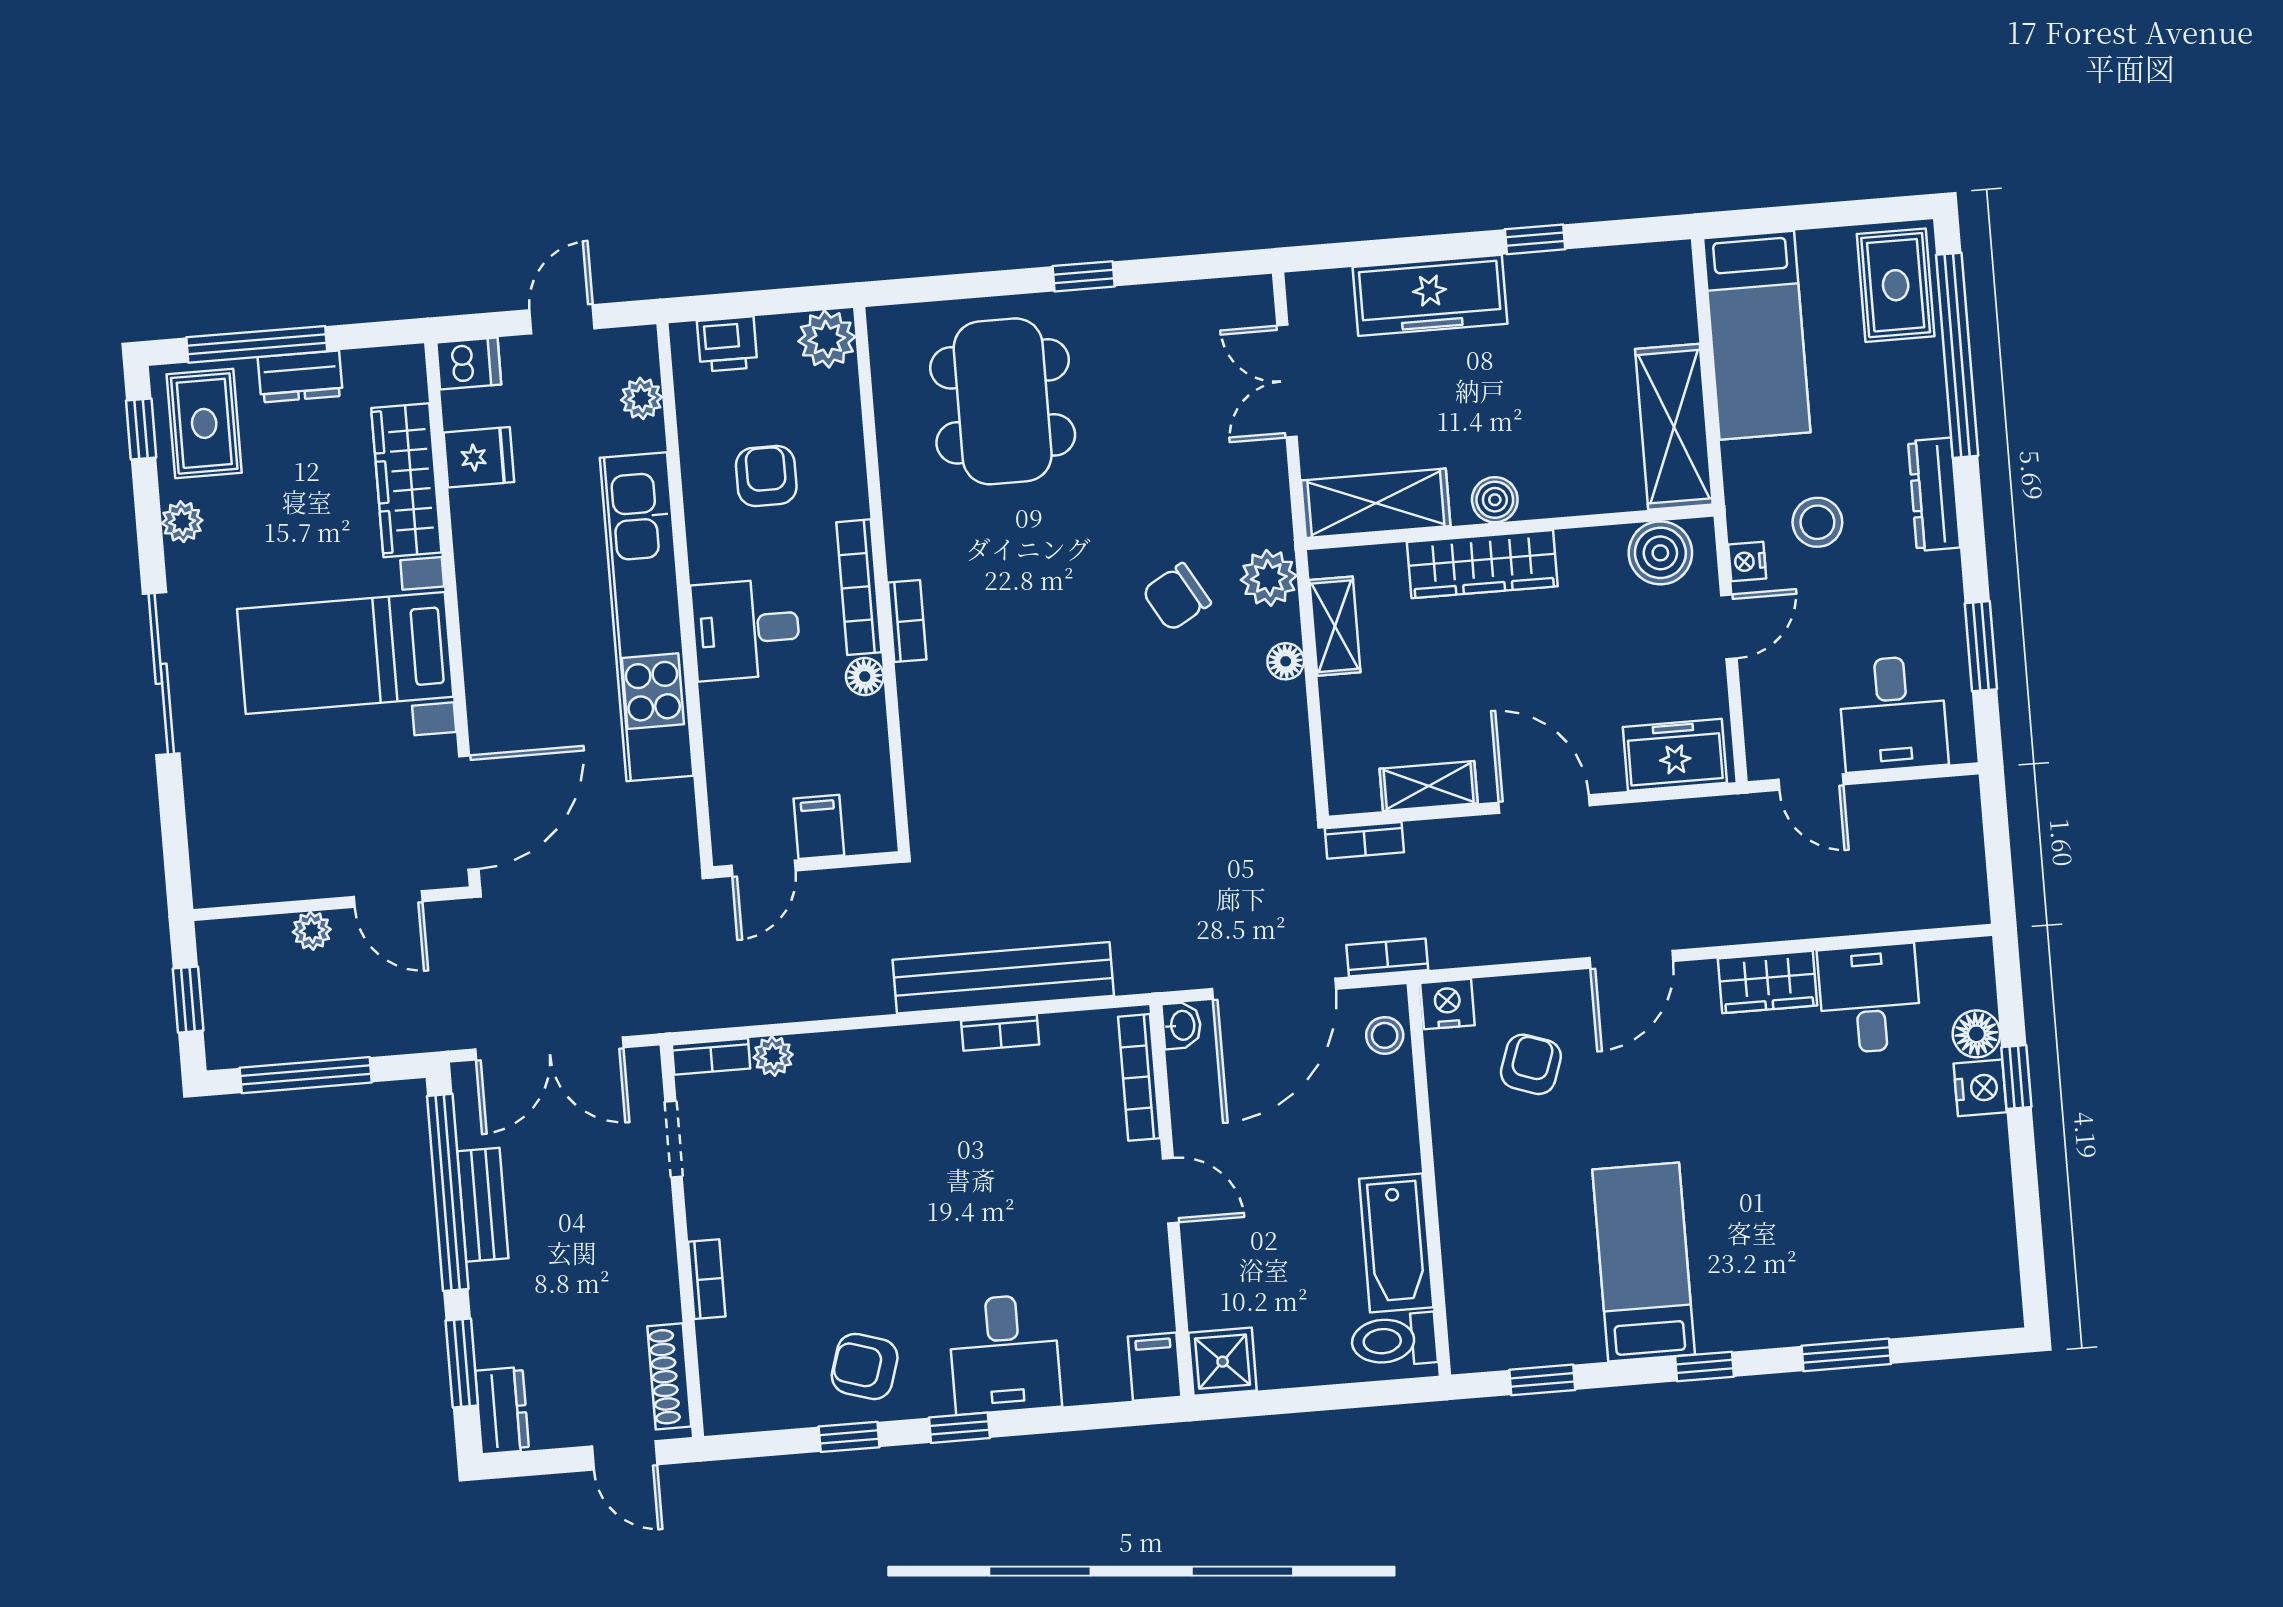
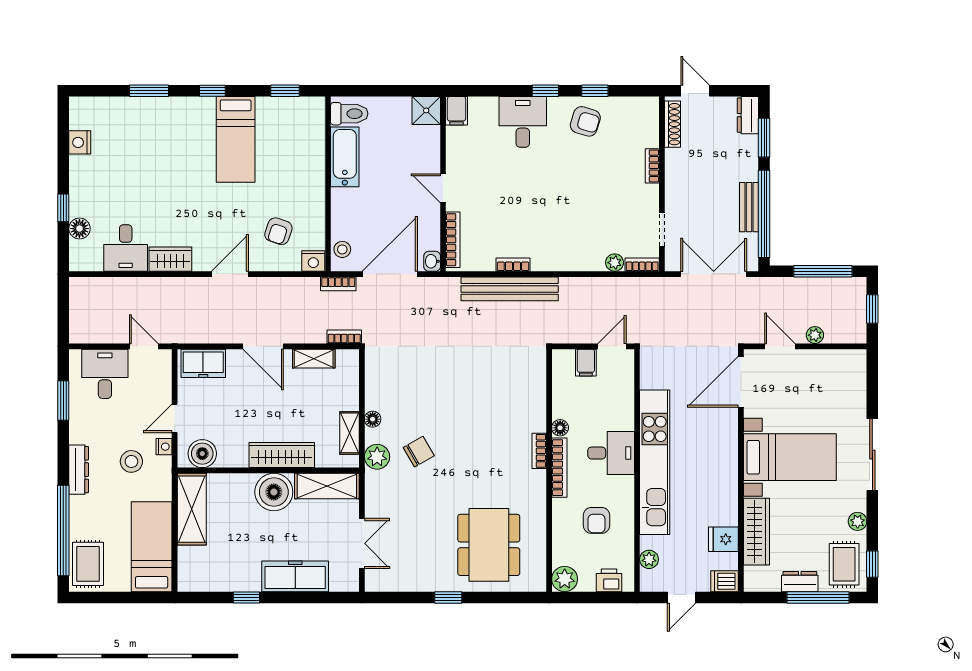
boiler: (1495, 500) -> (274, 492), width x1.86, depth x1.86
nightstand: (1980, 1088) -> (80, 142), moved

